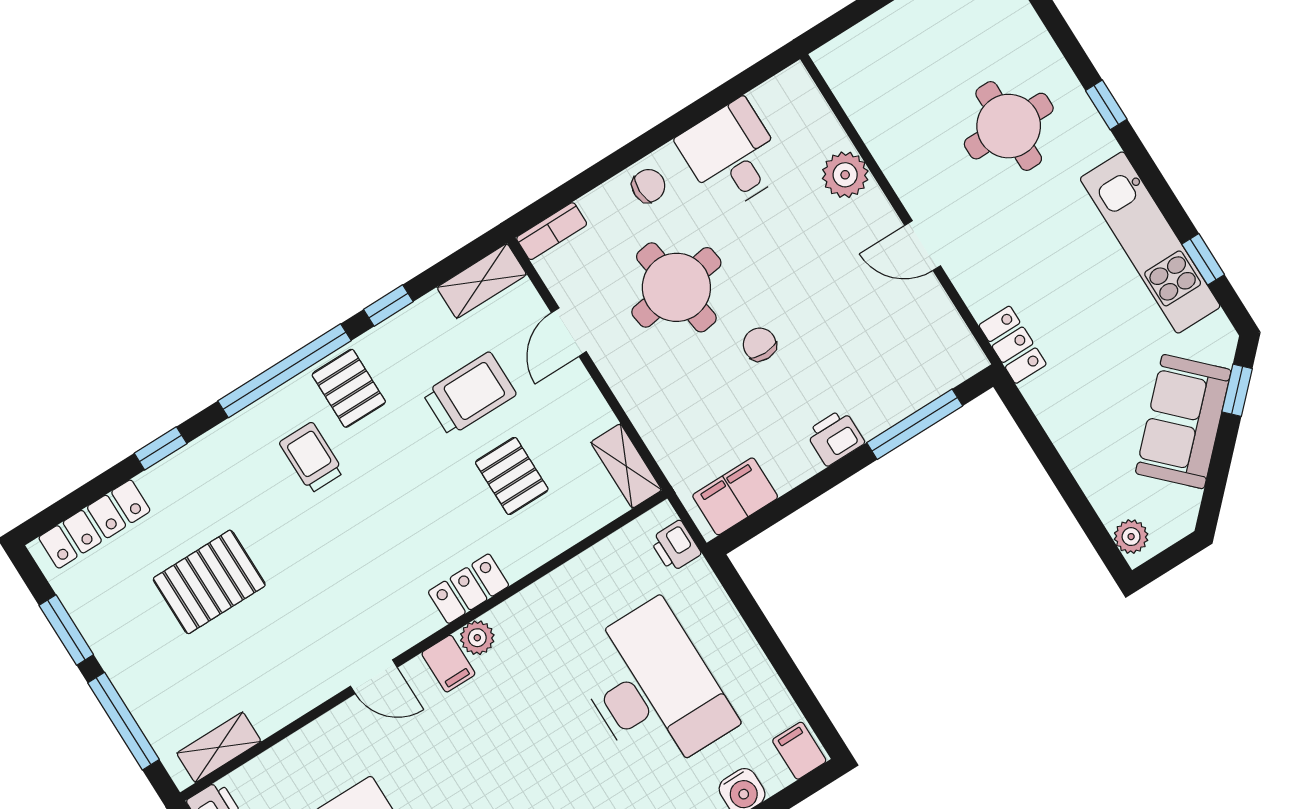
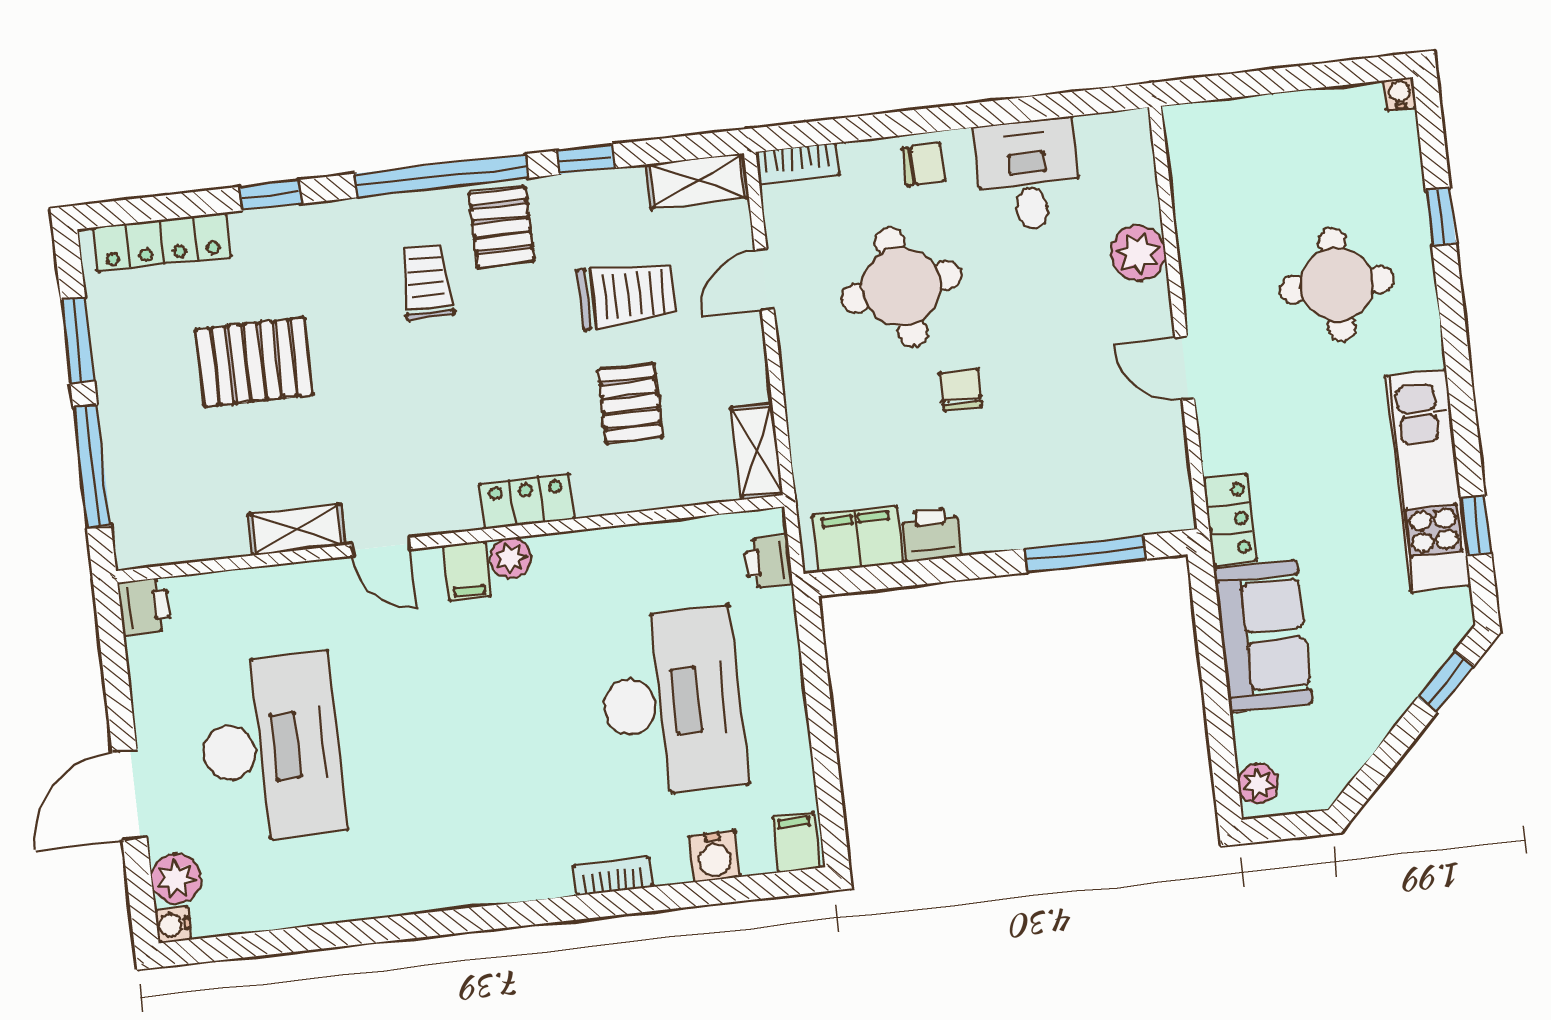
window: (1106, 105) -> (1441, 217), moved
sofa: (1183, 422) -> (1263, 636), moved, turned 135
printer: (835, 437) -> (931, 534), moved
shelving: (219, 747) -> (297, 530), moved

